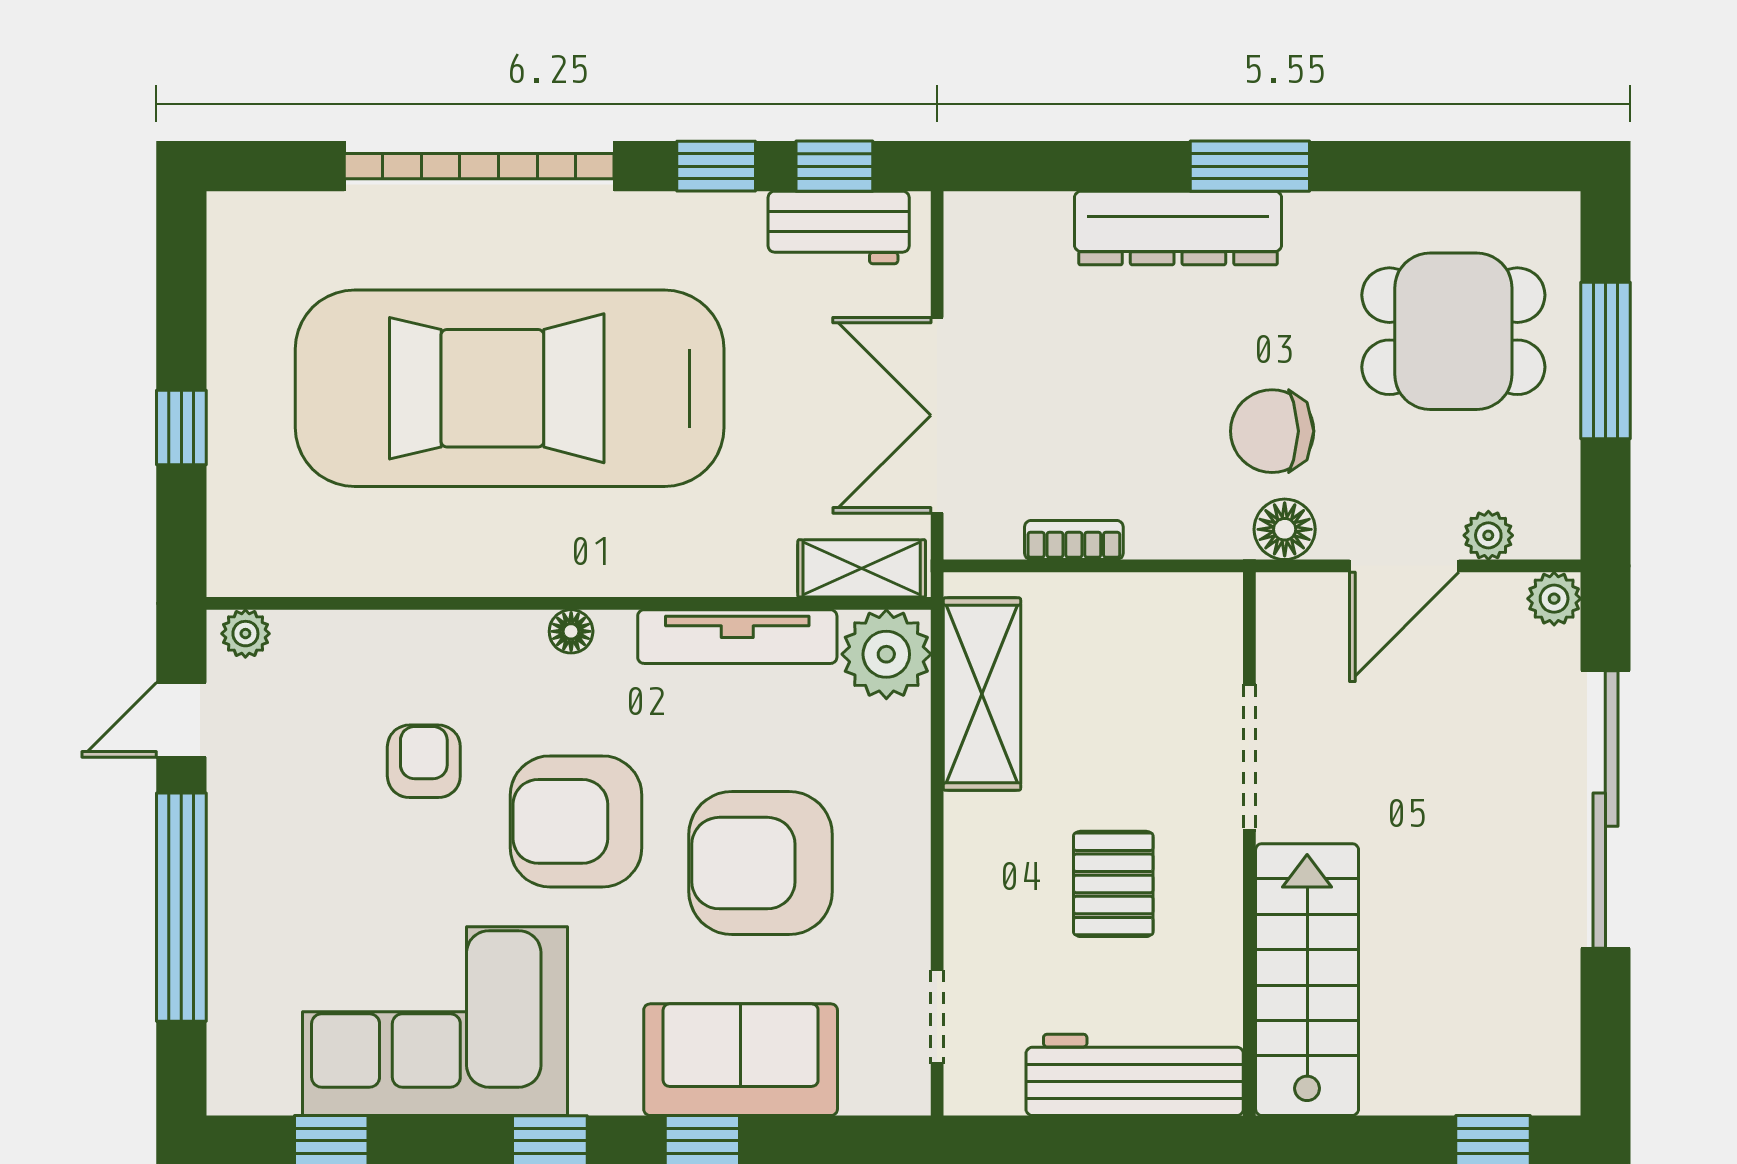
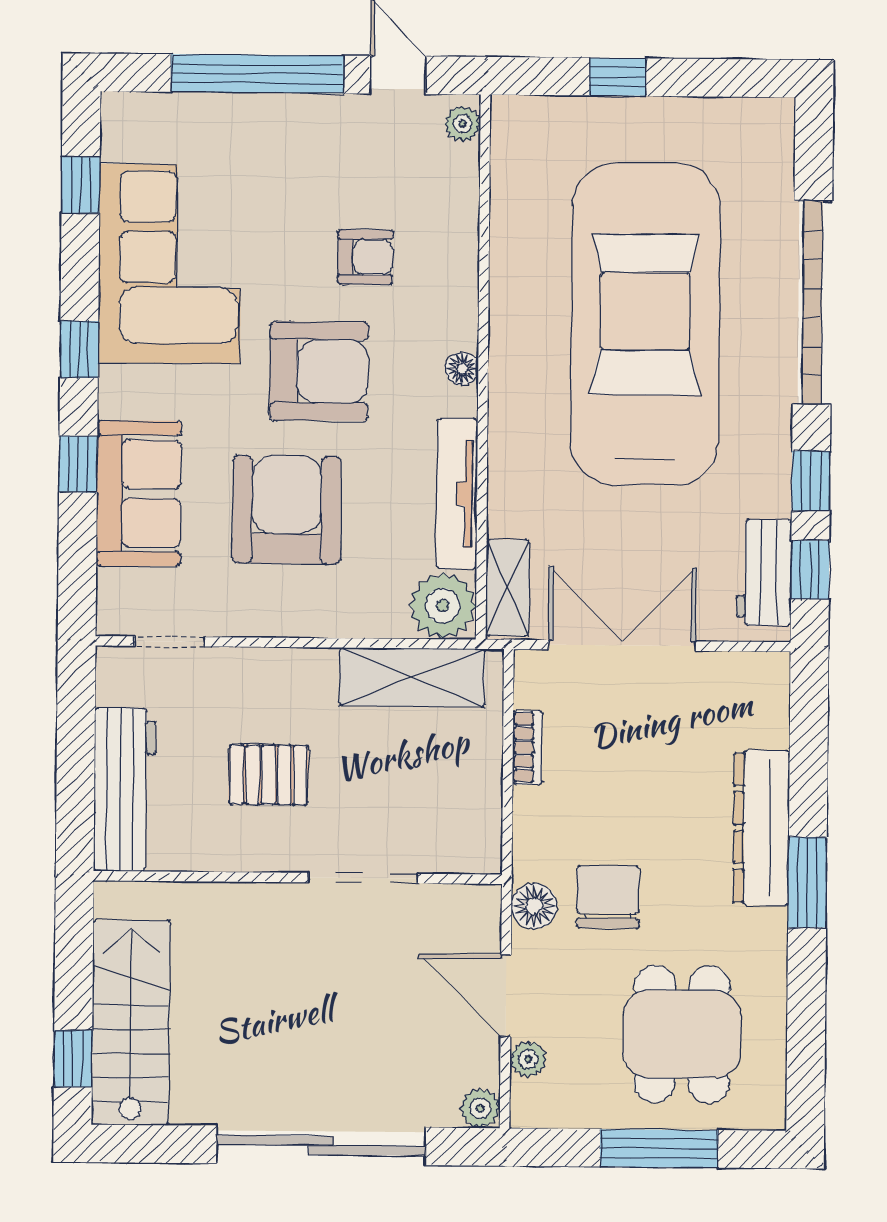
armchair: (576, 821) -> (319, 371), turned 90
stairs: (1307, 980) -> (131, 1023), moved, turned -90

